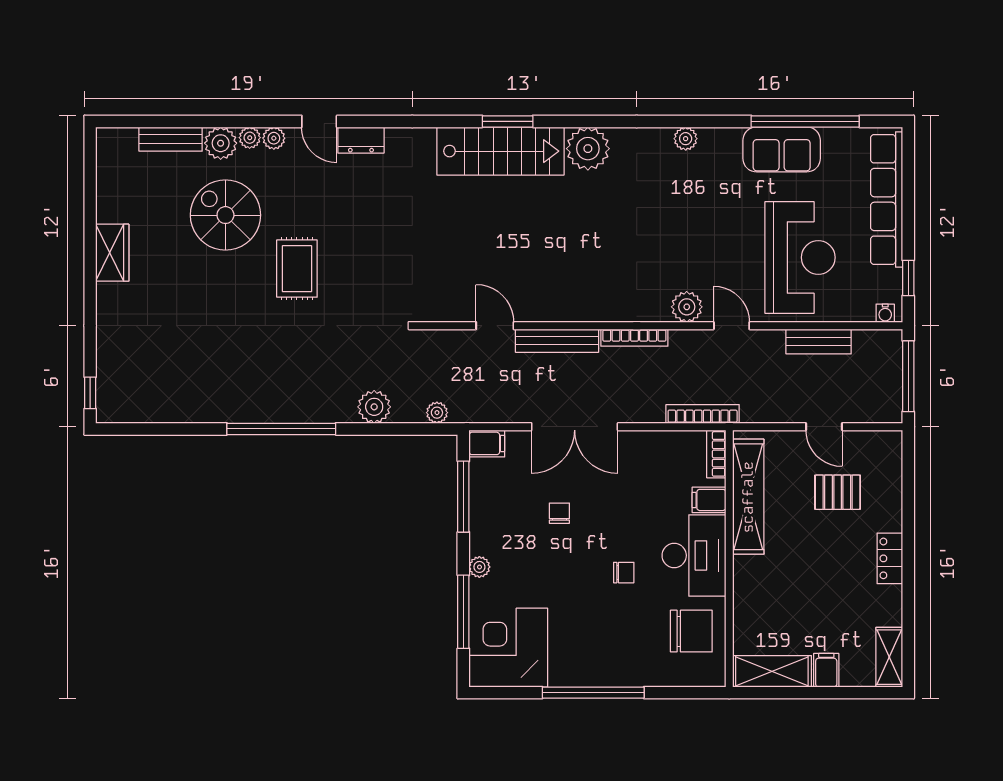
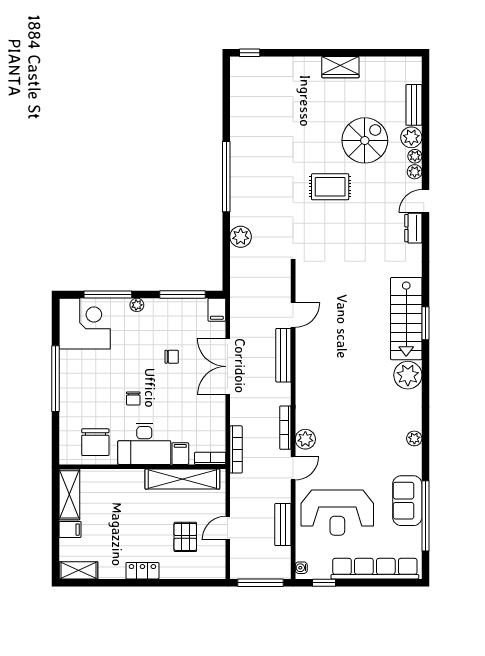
bookcase: (634, 338) -> (285, 428), moved
plant: (437, 413) -> (237, 277), removed

